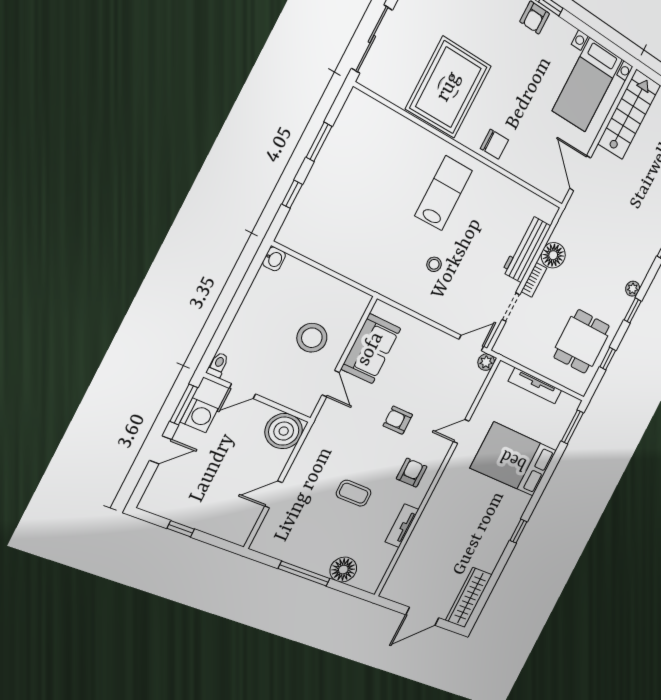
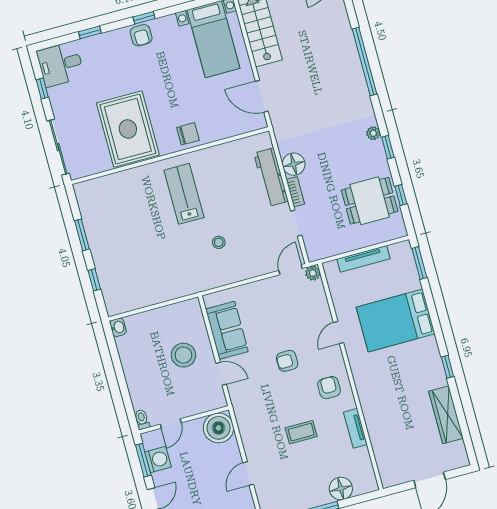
dining table: (582, 342) -> (370, 201), turned 90
wardrobe: (469, 597) -> (446, 415), moved

